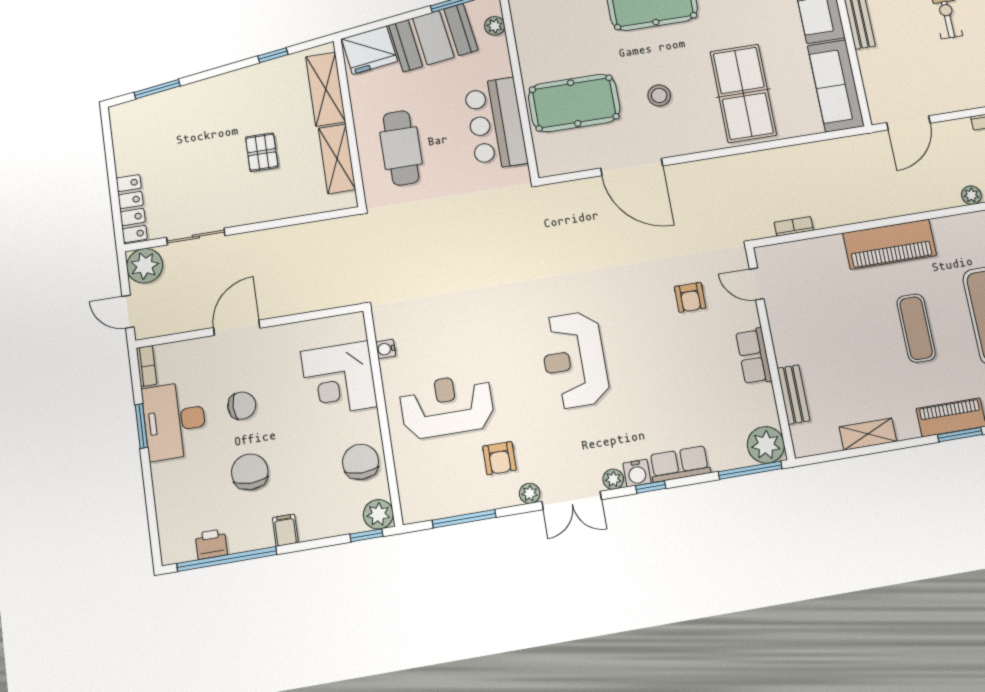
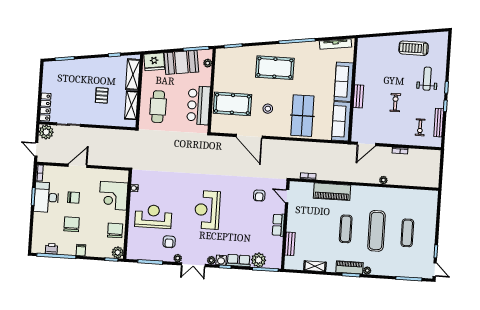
piano: (890, 244) -> (332, 192), moved
plant: (766, 445) -> (259, 260), moved

